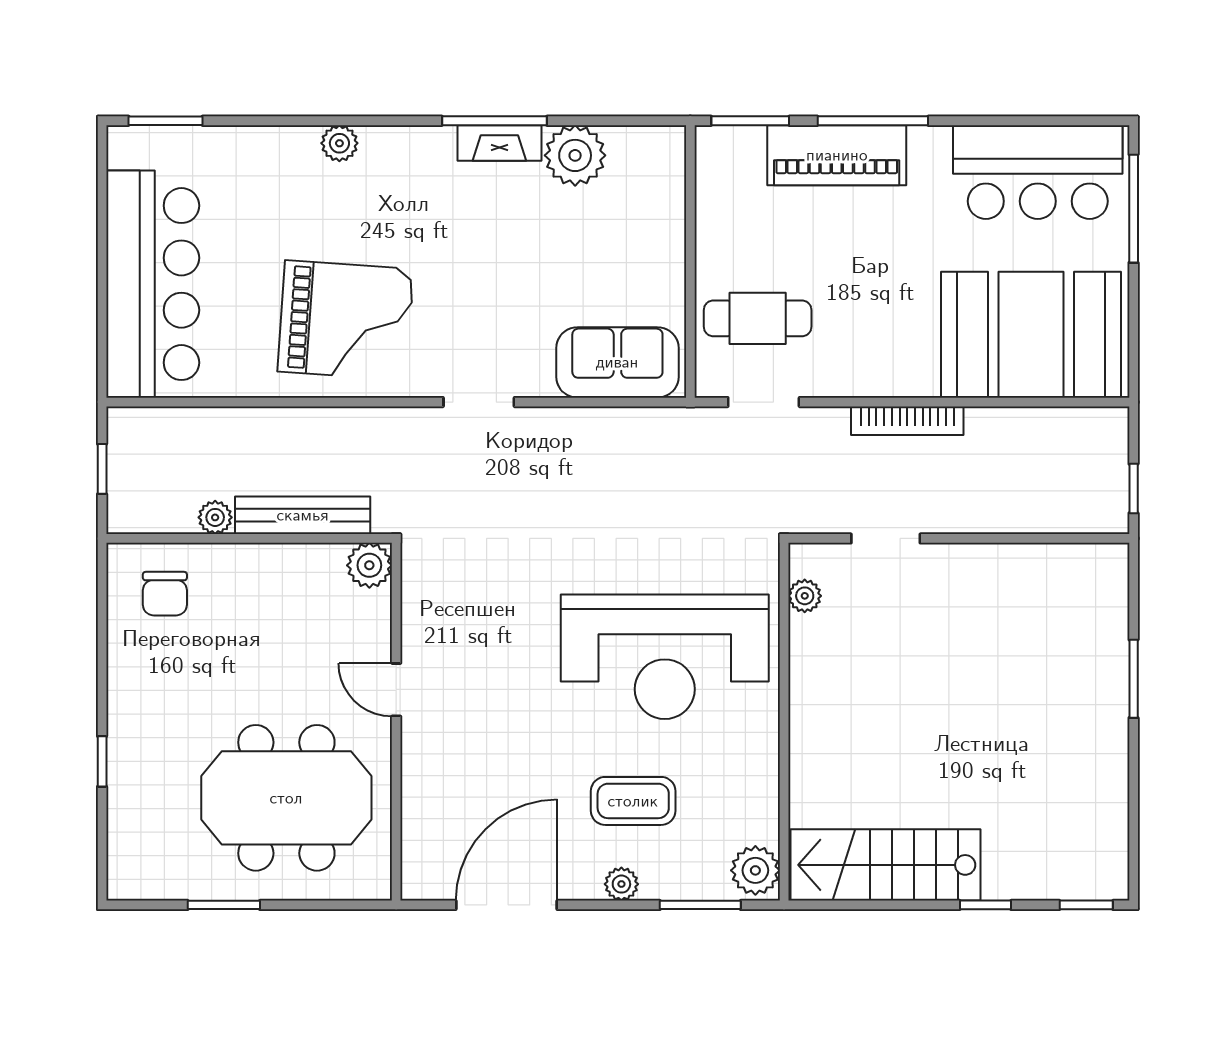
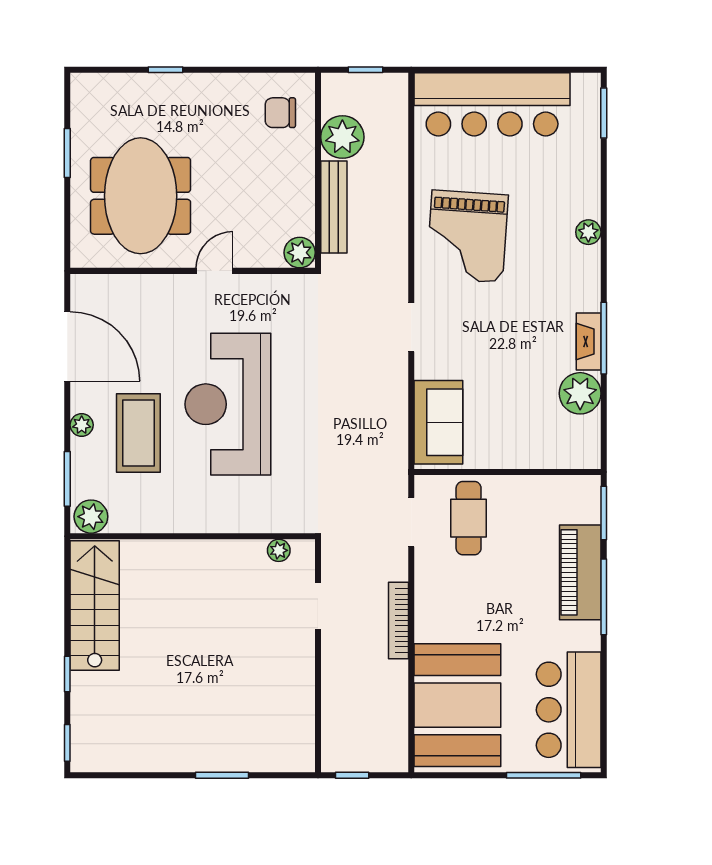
plant: (215, 517) -> (342, 137), width x1.88, depth x1.88
reception desk: (665, 657) -> (228, 404), moved
coffee table: (633, 801) -> (138, 433), width x1.36, depth x1.32

